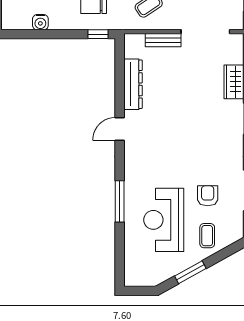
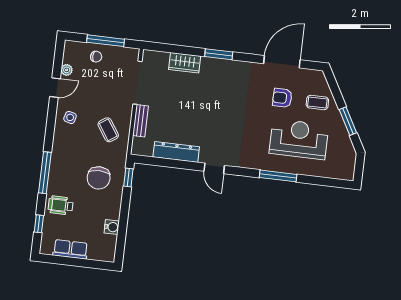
reception desk: (164, 220) -> (299, 139), turned 180

